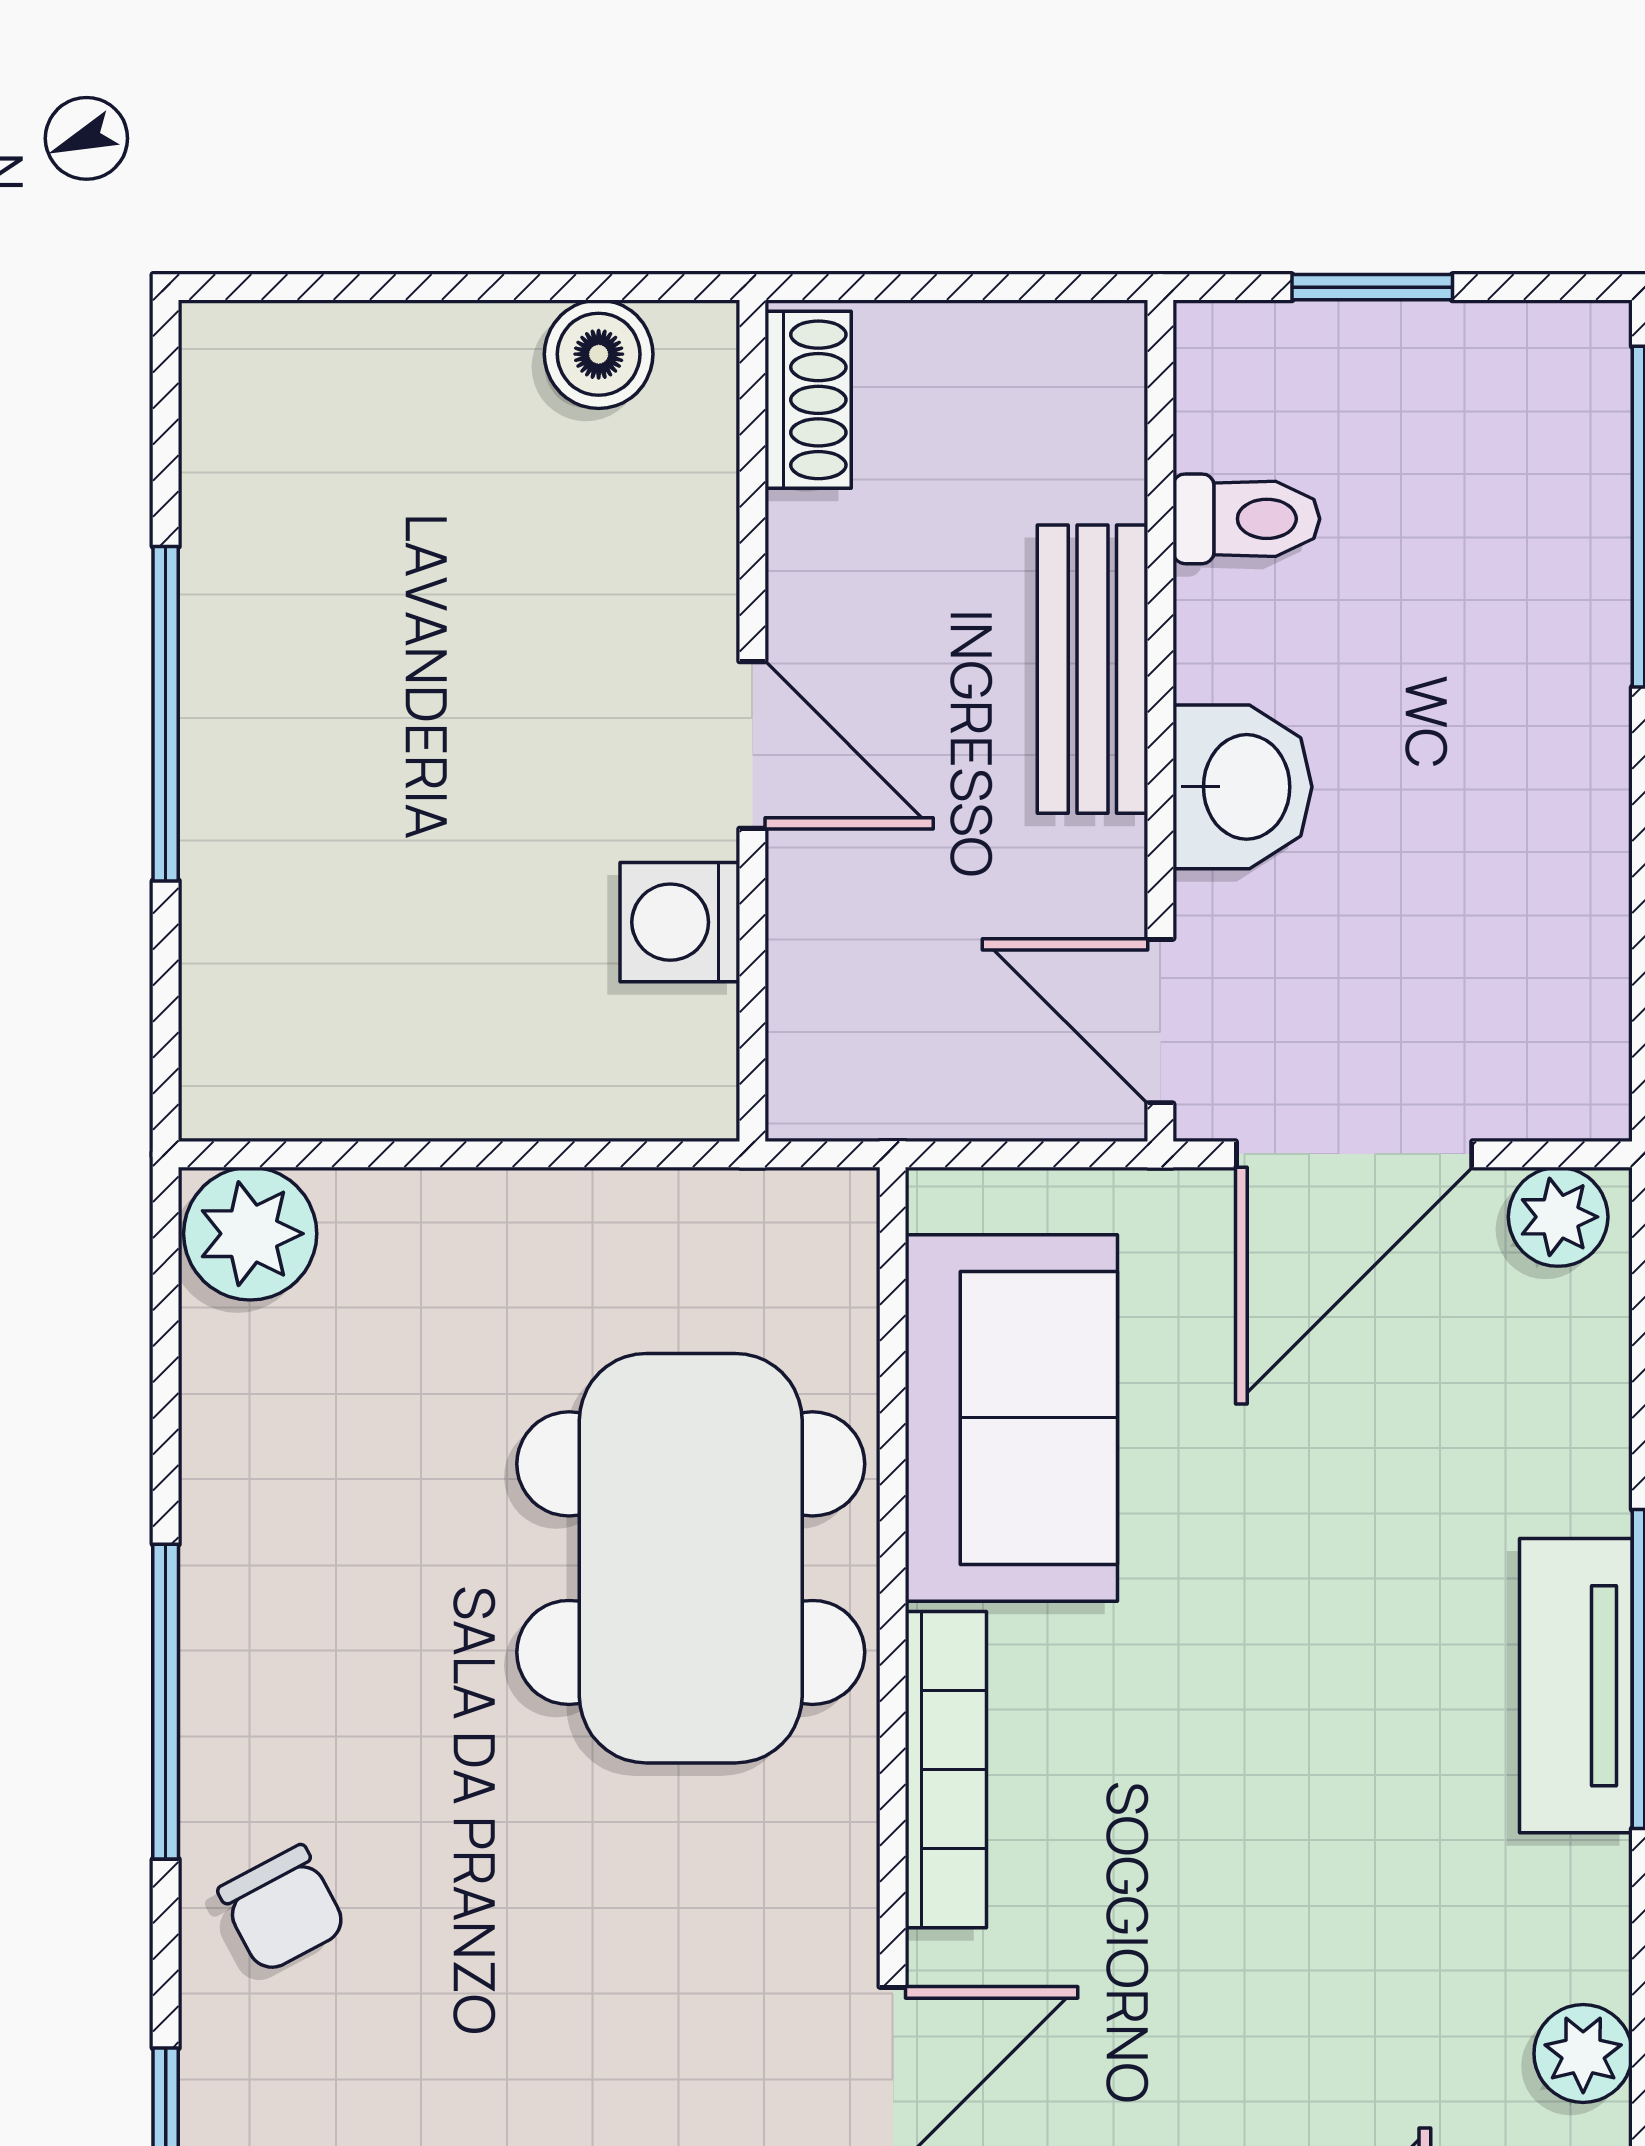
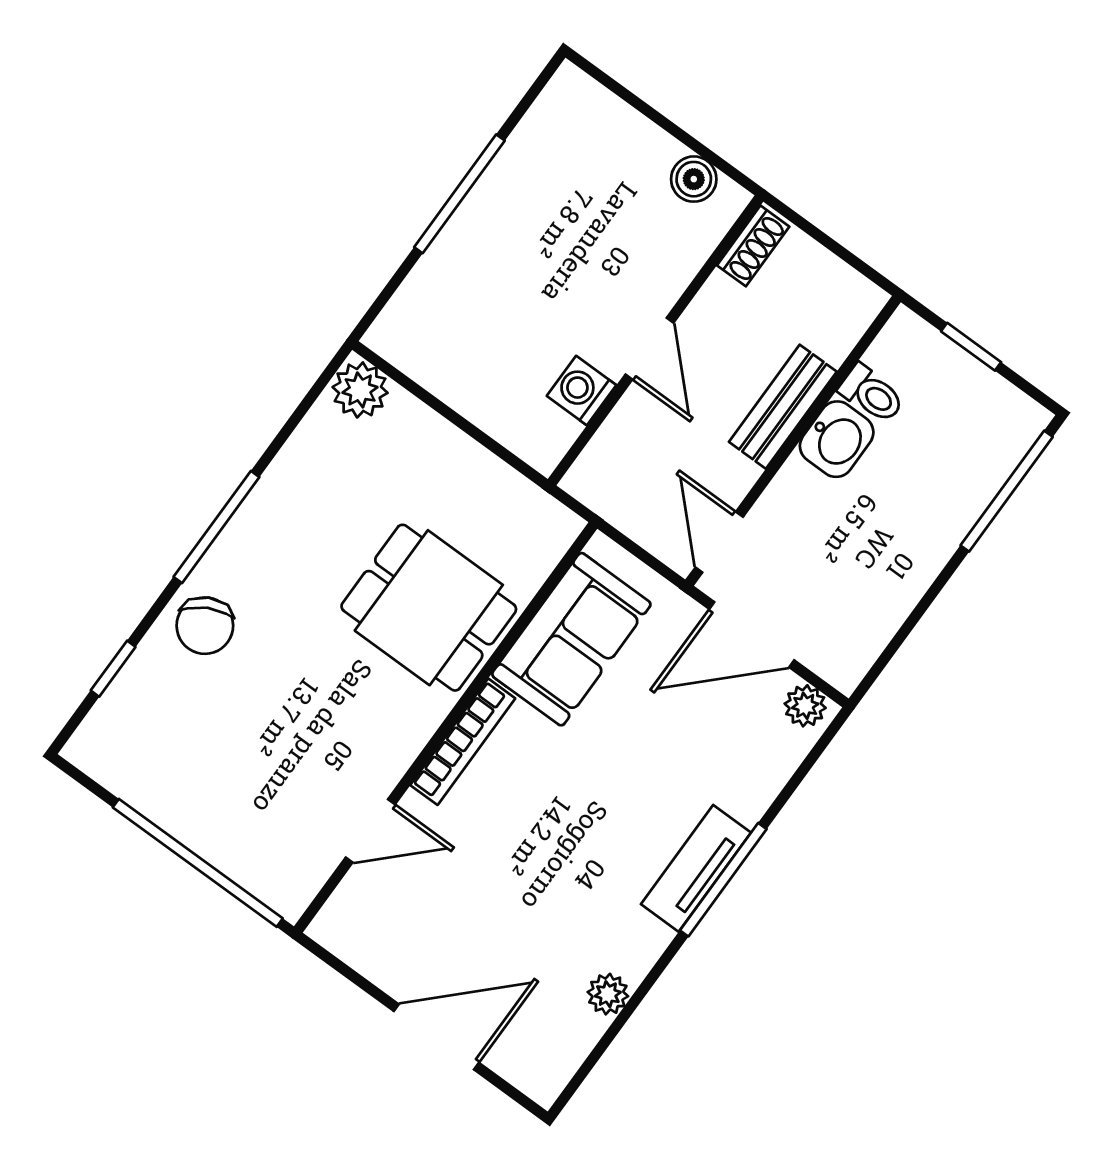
washbasin: (1242, 787) -> (837, 439), moved
dining table: (691, 1558) -> (429, 608), width x0.73
chair: (282, 1909) -> (205, 626), width x1.37, depth x1.37

